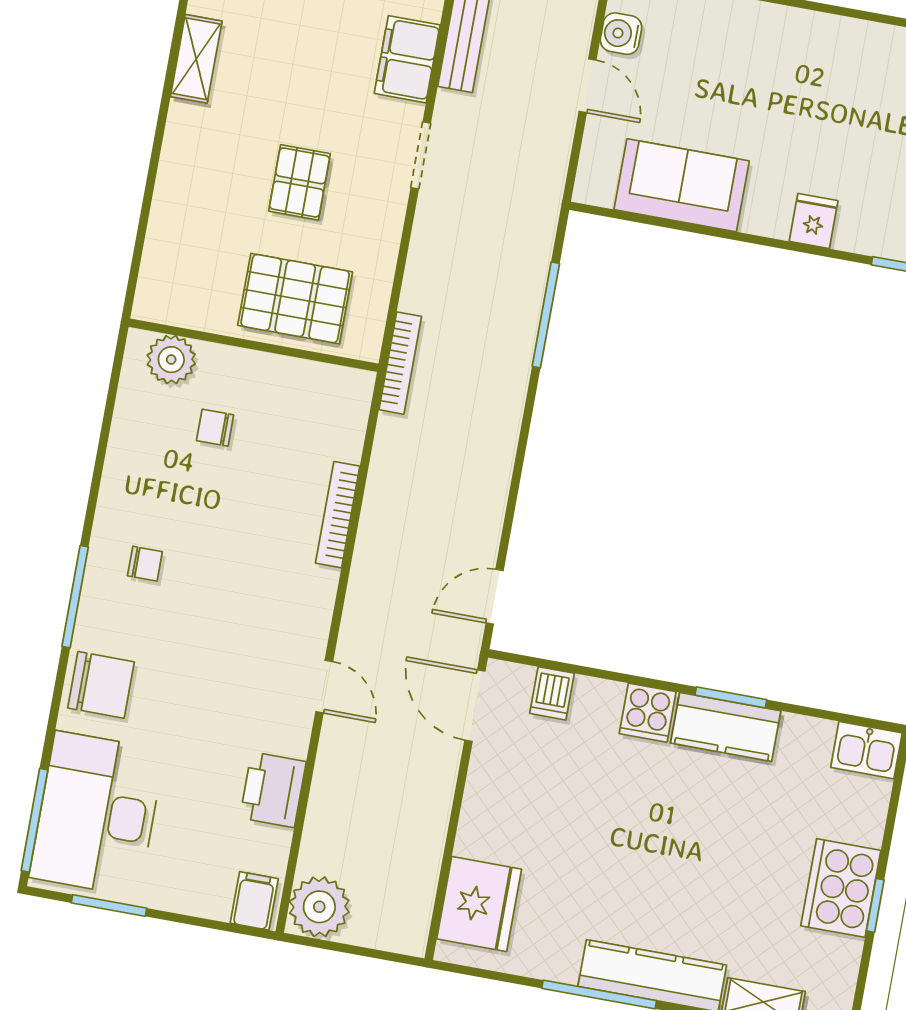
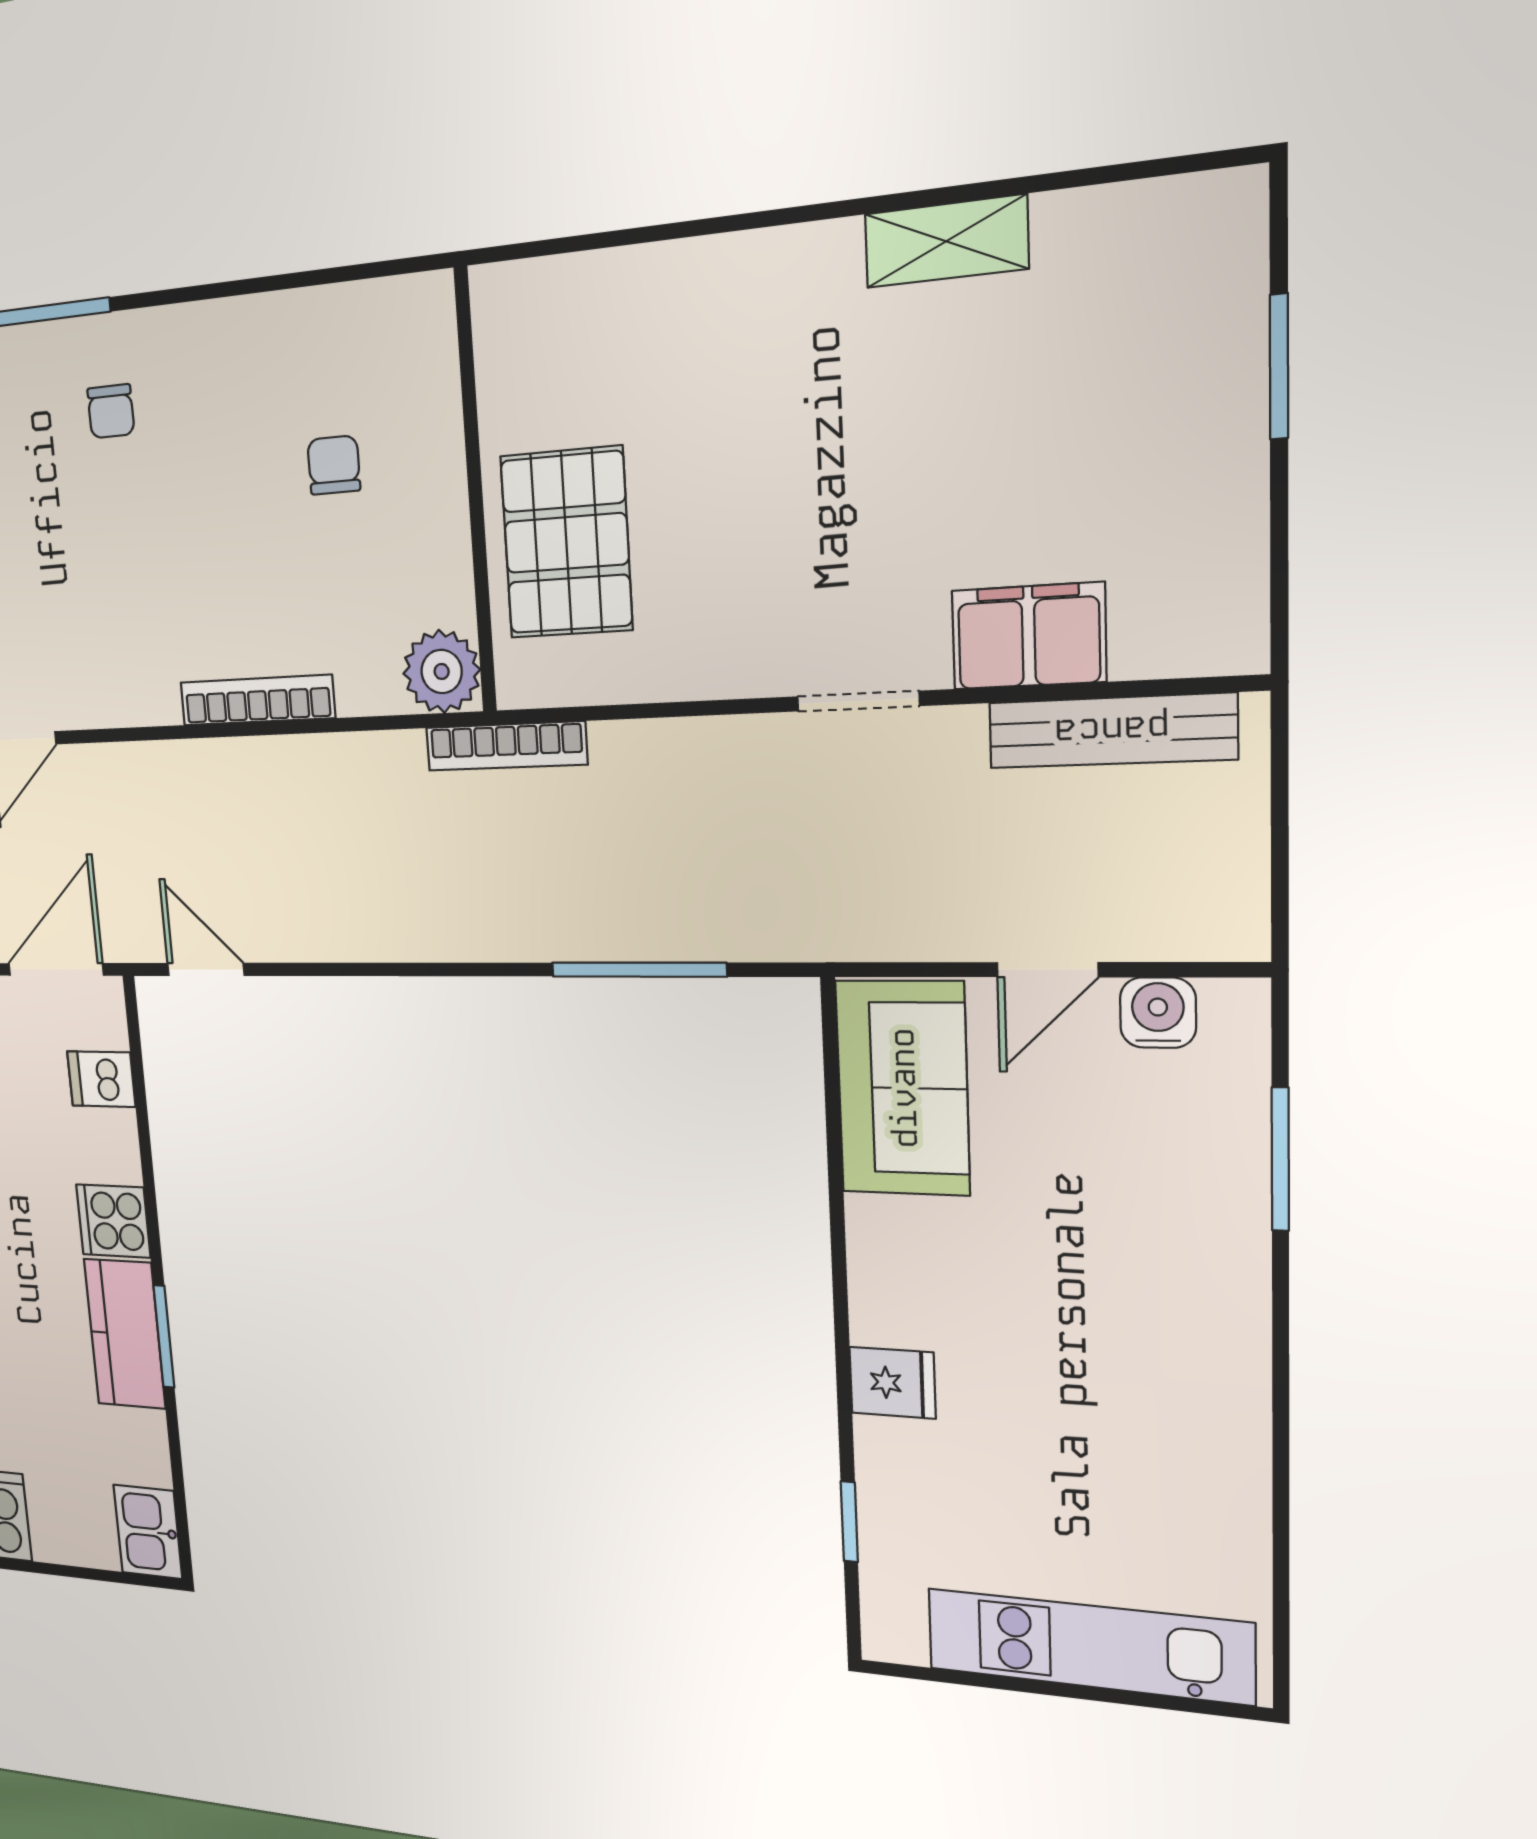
pallet: (299, 182) -> (763, 498), removed
sofa: (682, 185) -> (903, 1088), moved
plant: (171, 360) -> (442, 671), moved

